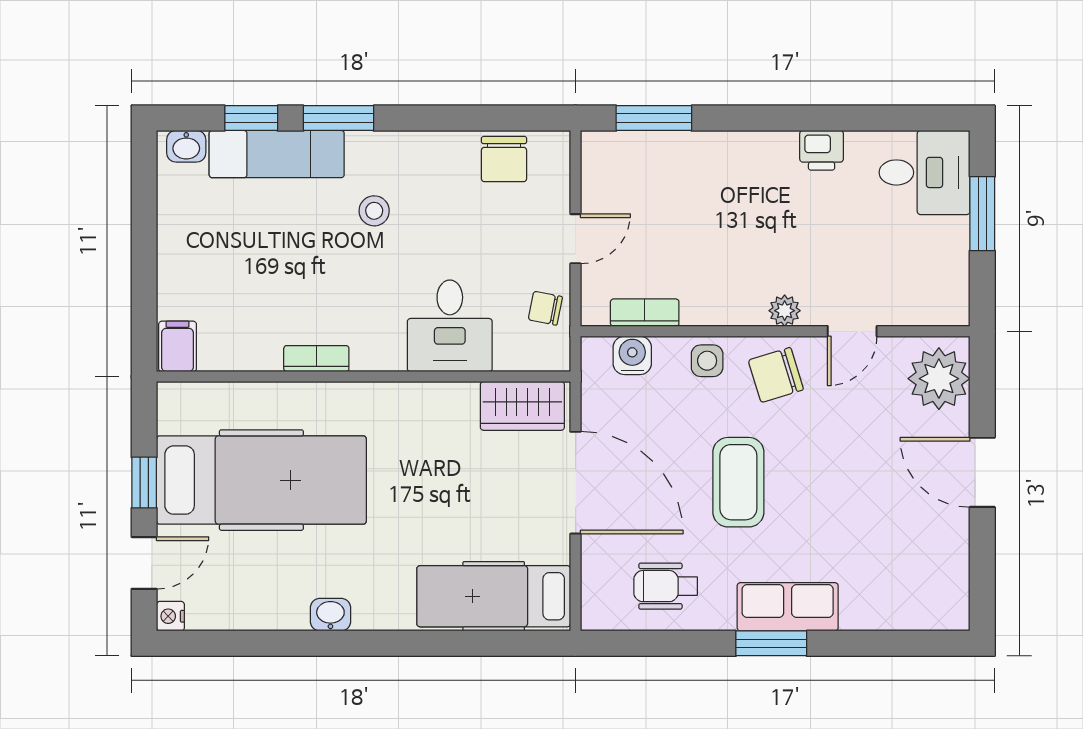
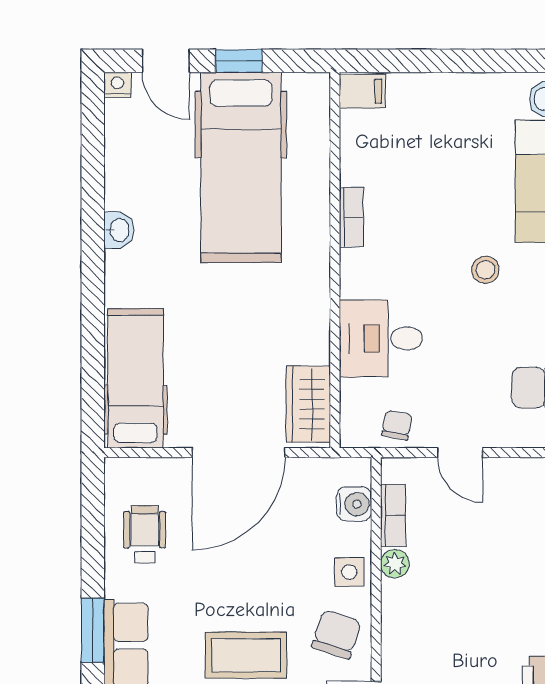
plant: (785, 311) -> (395, 564), moved
chair: (776, 375) -> (336, 634), turned 35
coffee table: (738, 482) -> (246, 655), moved

